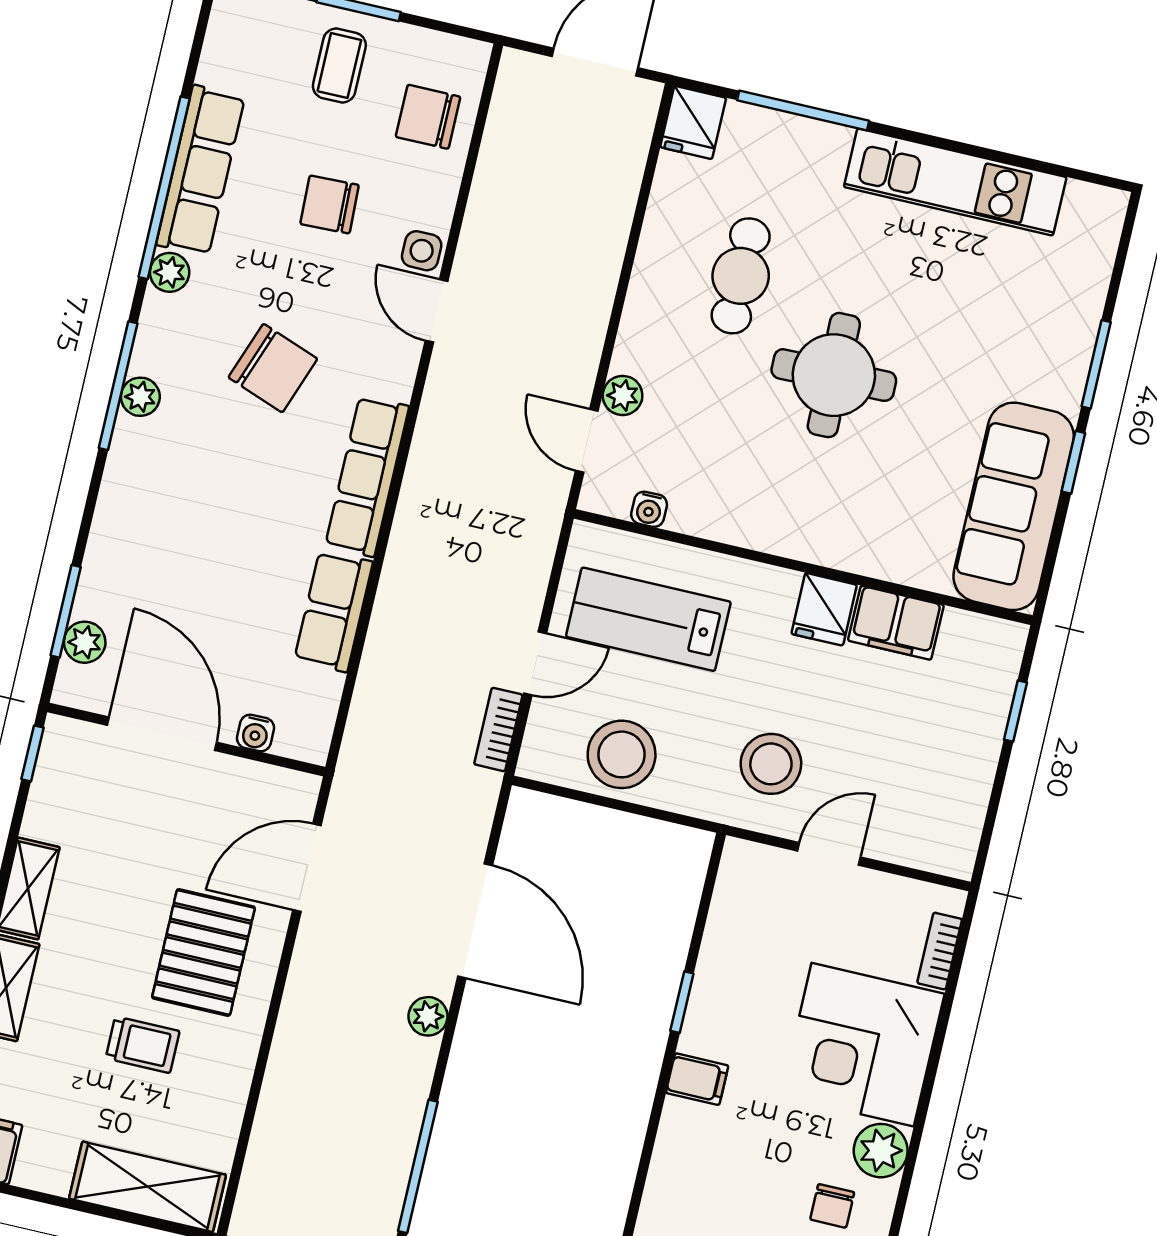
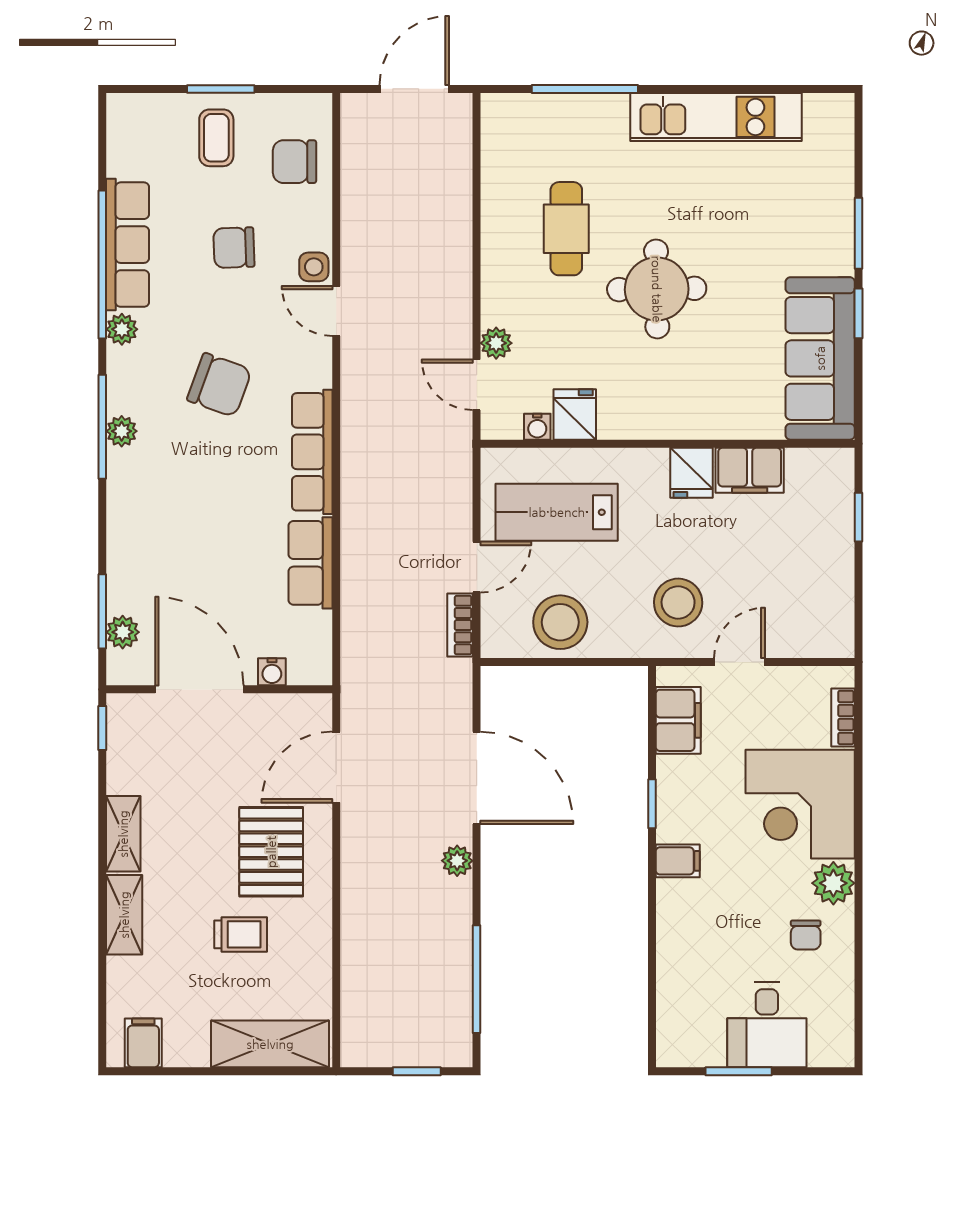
fridge: (693, 123) -> (575, 414), moved, turned 180
filing cabinet: (738, 908) -> (678, 720), added

